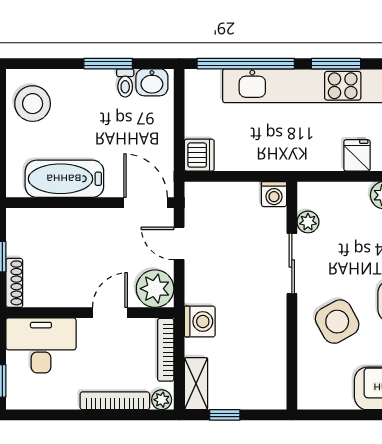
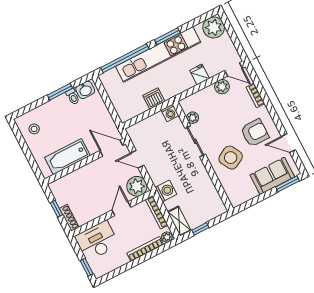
stool: (33, 104) -> (34, 129), width x0.53, depth x0.53
dishwasher: (199, 155) -> (154, 98), moved, turned -90

